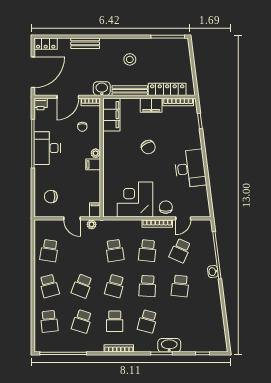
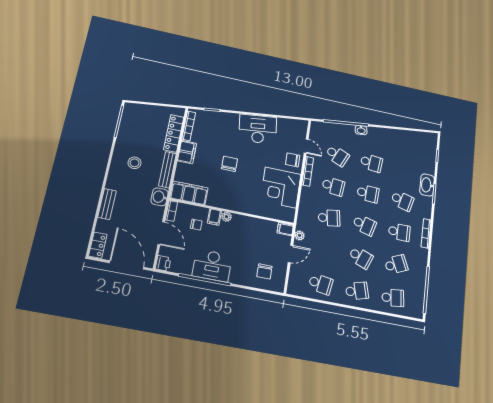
chair: (148, 147) -> (229, 164), turned -62
filing cabinet: (93, 164) -> (214, 217), moved
school desk: (82, 321) -> (396, 264), turned -42

